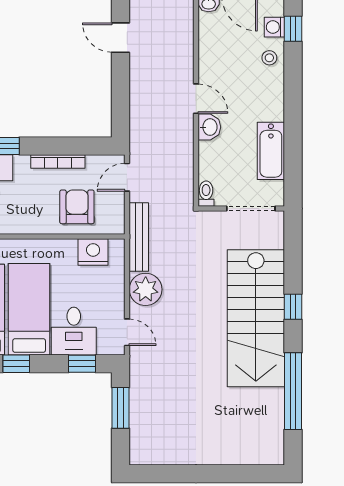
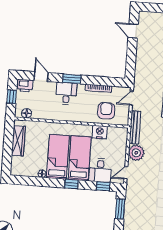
nightstand: (93, 252) -> (100, 132), moved
door: (127, 332) -> (126, 173), swing flipped

